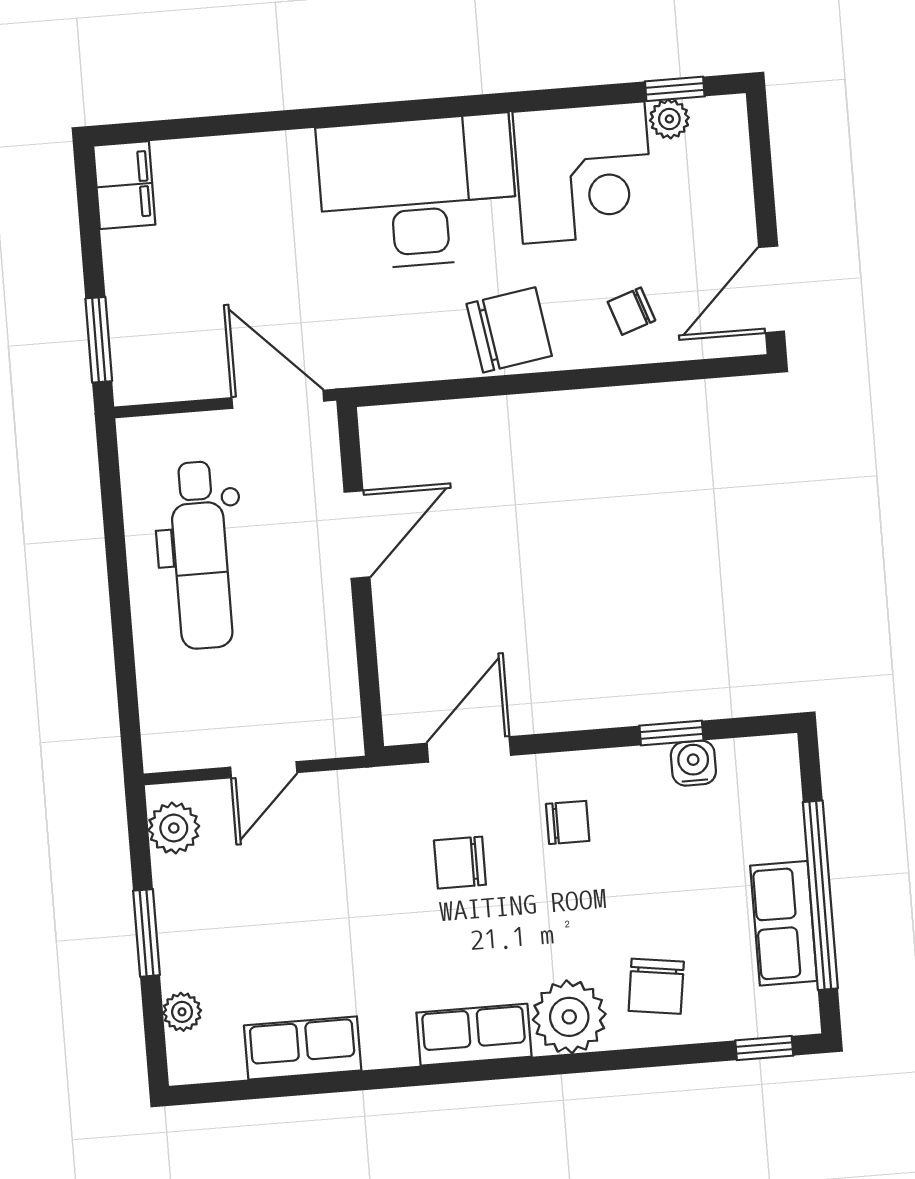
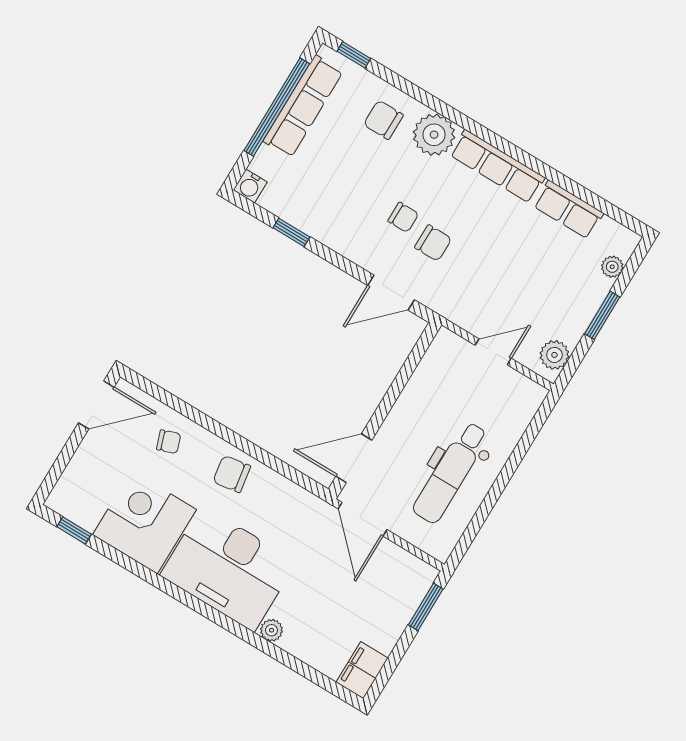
plant: (669, 119) -> (272, 630), moved
chair: (509, 330) -> (232, 474), width x0.73, depth x0.73
door: (357, 535) -> (354, 458), moved
dental chair: (201, 555) -> (451, 473), turned 180
water cooler: (693, 763) -> (250, 186), moved
chair: (568, 822) -> (403, 217), moved, turned 180
row of seats: (784, 923) -> (303, 106), width x1.48
chair: (656, 986) -> (383, 120), turned -98
row of seats: (474, 1035) -> (497, 166), width x1.48

